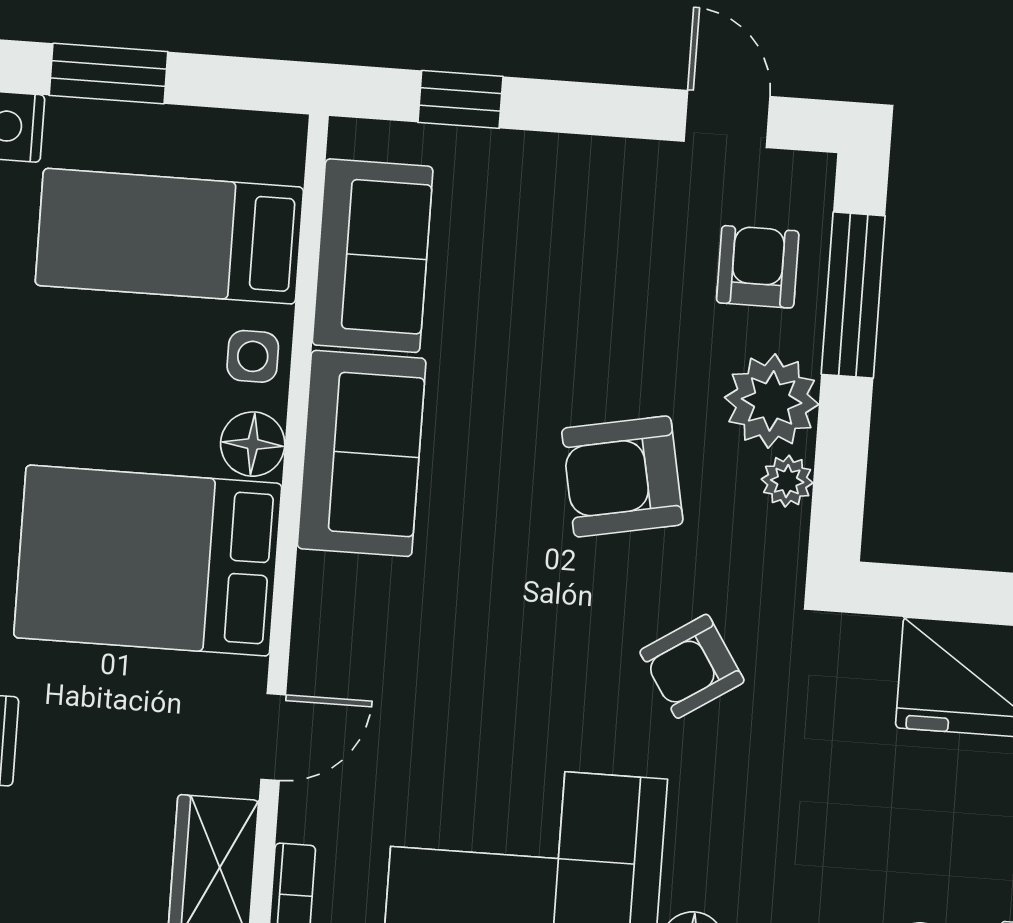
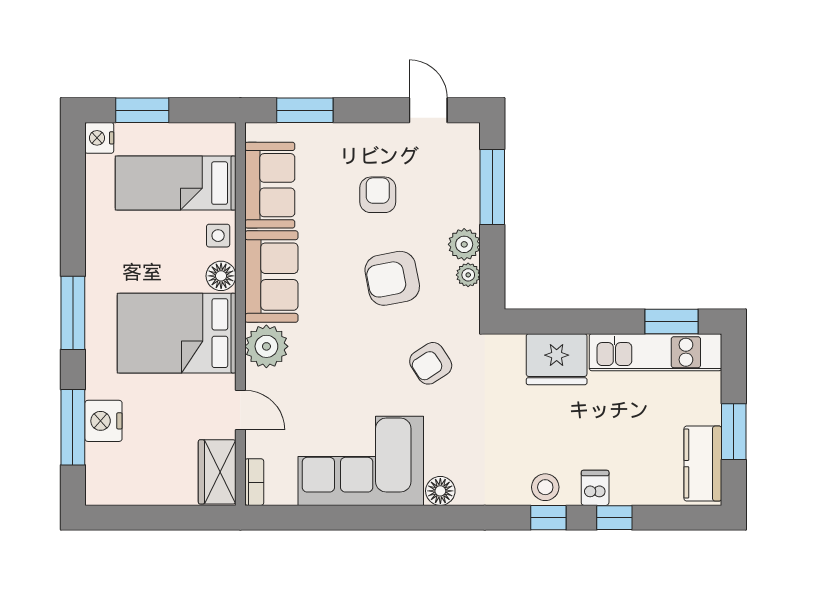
window: (460, 99) -> (305, 110), width x1.50
armchair: (758, 267) -> (378, 195), moved
plant: (772, 401) -> (464, 244), width x0.73, depth x0.73
plant: (340, 604) -> (266, 346), added
door: (273, 737) -> (240, 410), hinge flipped

